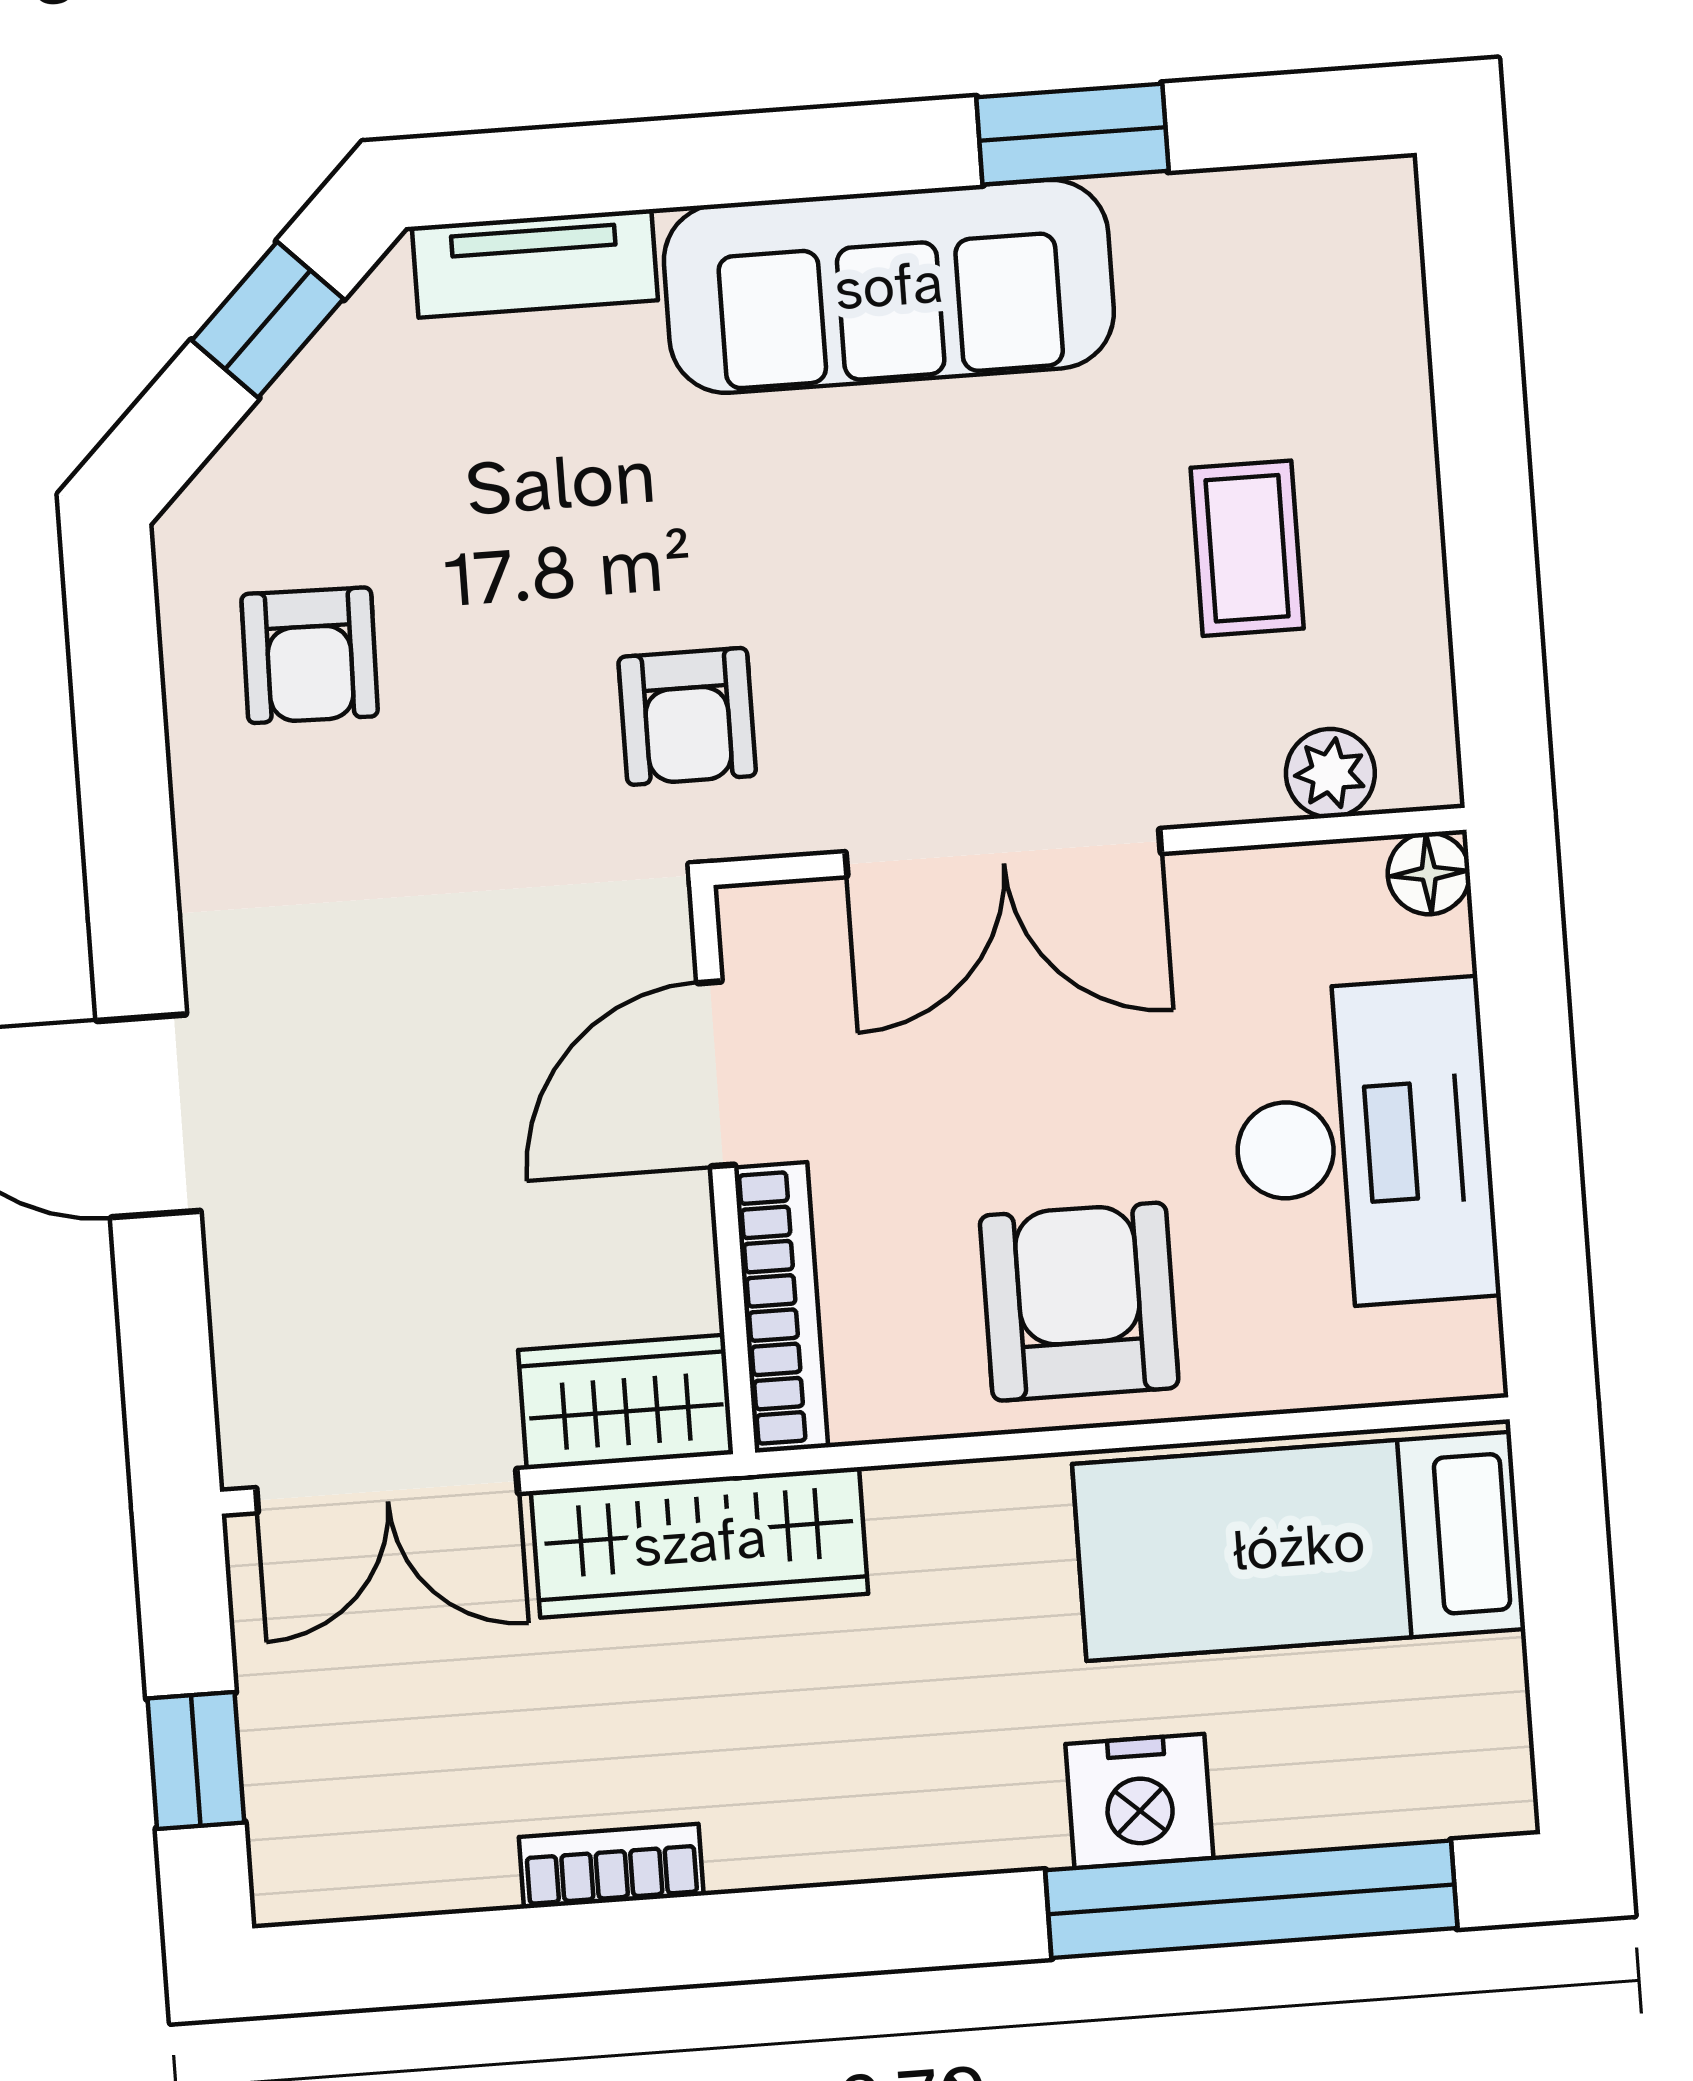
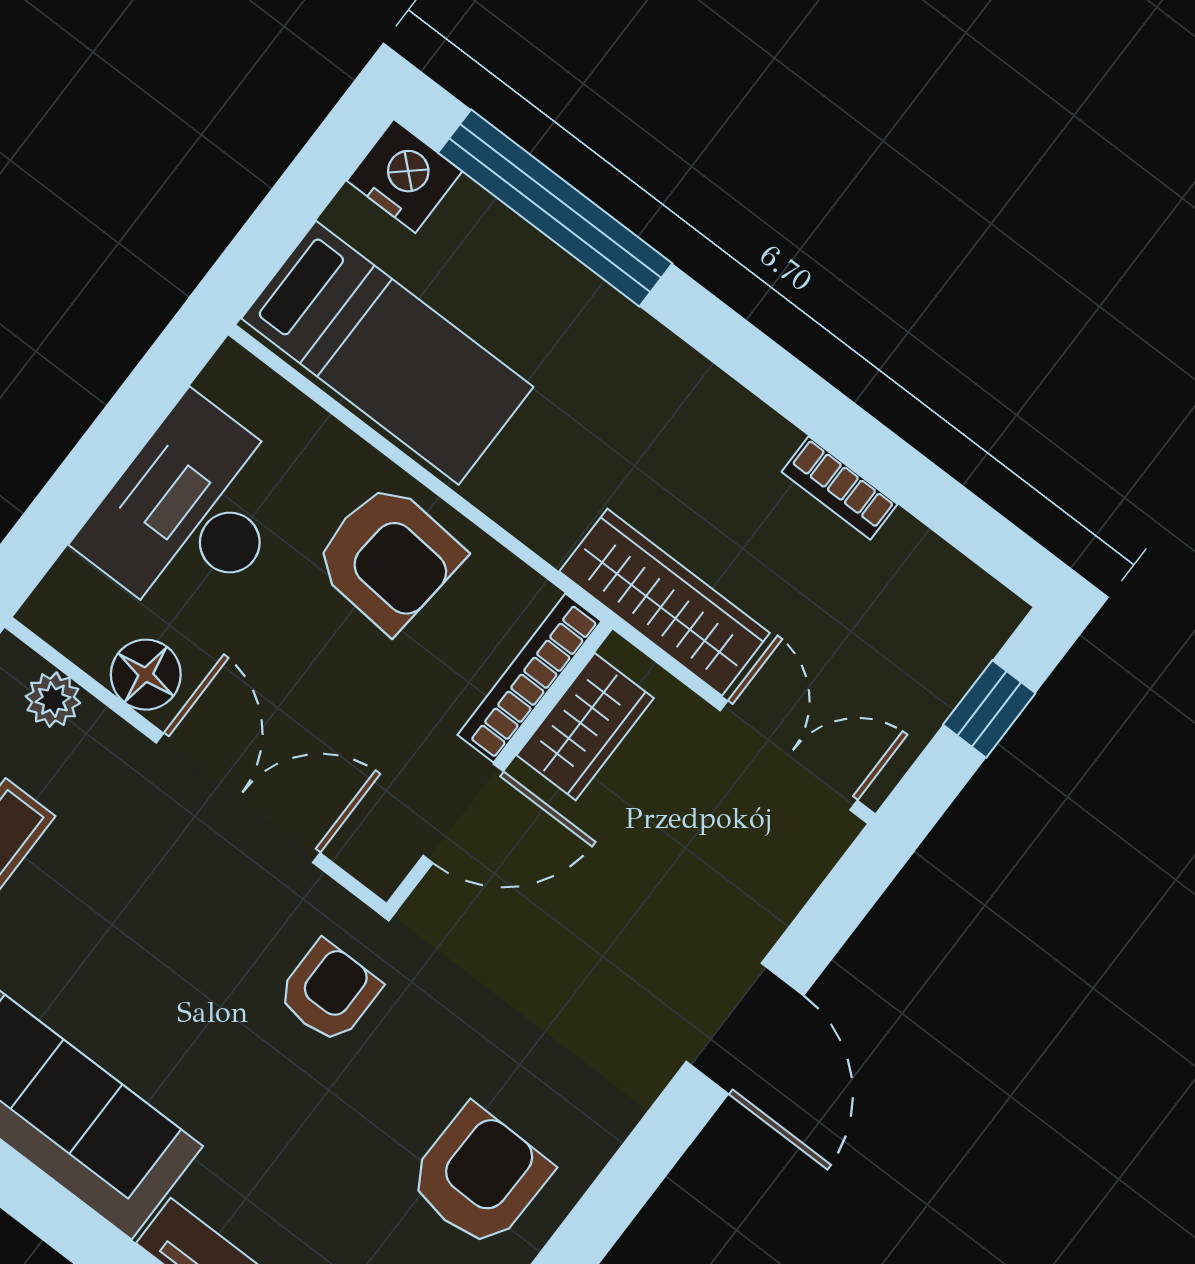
armchair: (310, 655) -> (479, 1176), width x1.38, depth x1.38
floor lamp: (1429, 873) -> (146, 675), moved, width x1.37, depth x1.37
armchair: (1079, 1302) -> (388, 557), turned -85
wardrobe: (626, 1402) -> (585, 727), moved, turned -90
nightstand: (1139, 1801) -> (404, 176), moved

